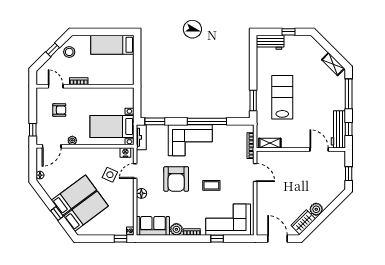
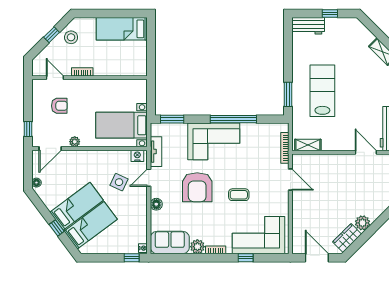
tv unit: (141, 137) -> (156, 152), moved

